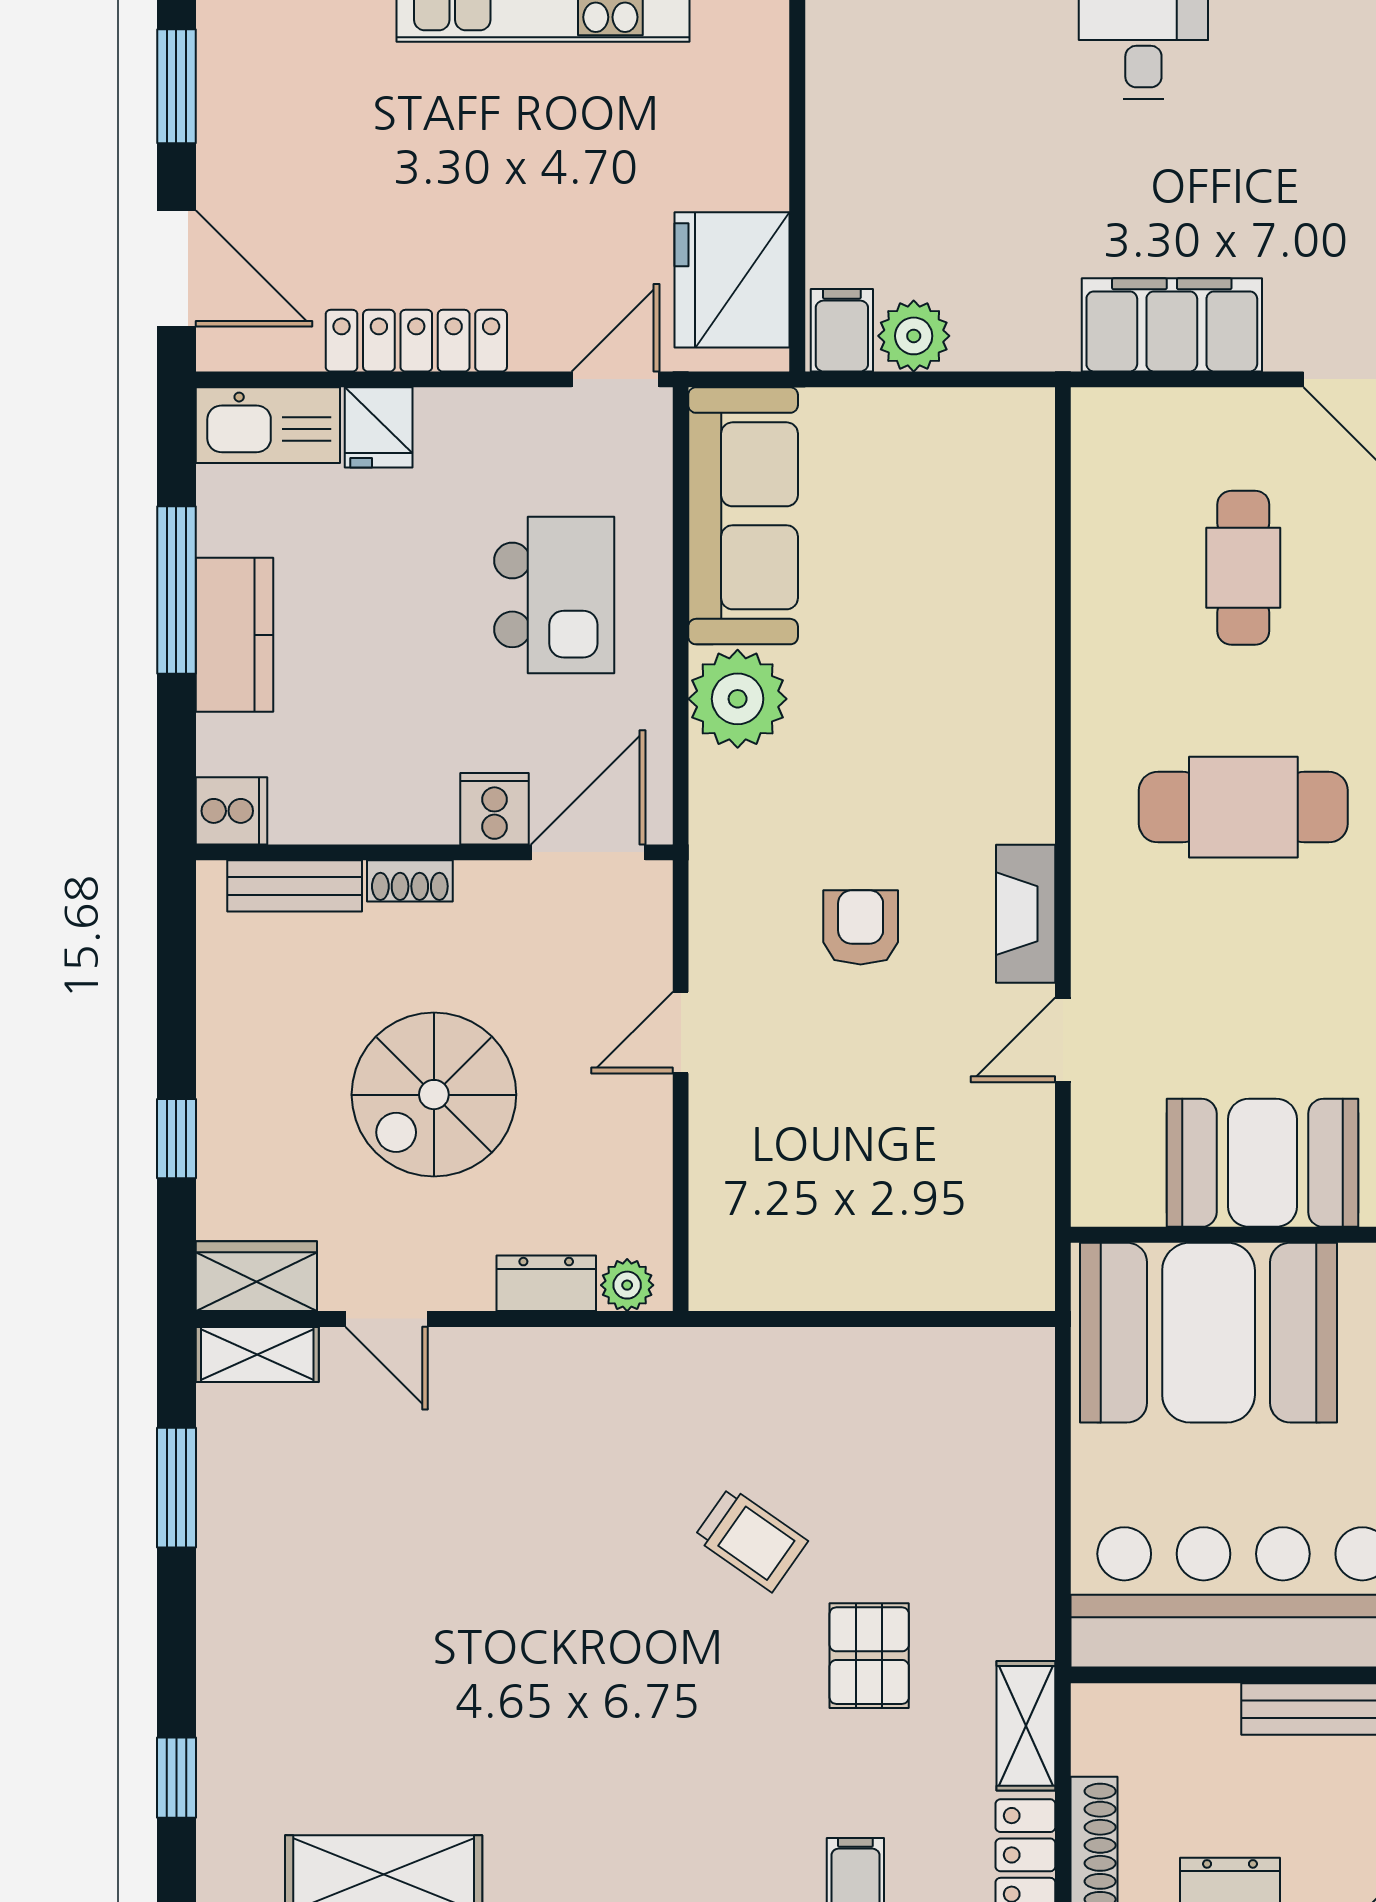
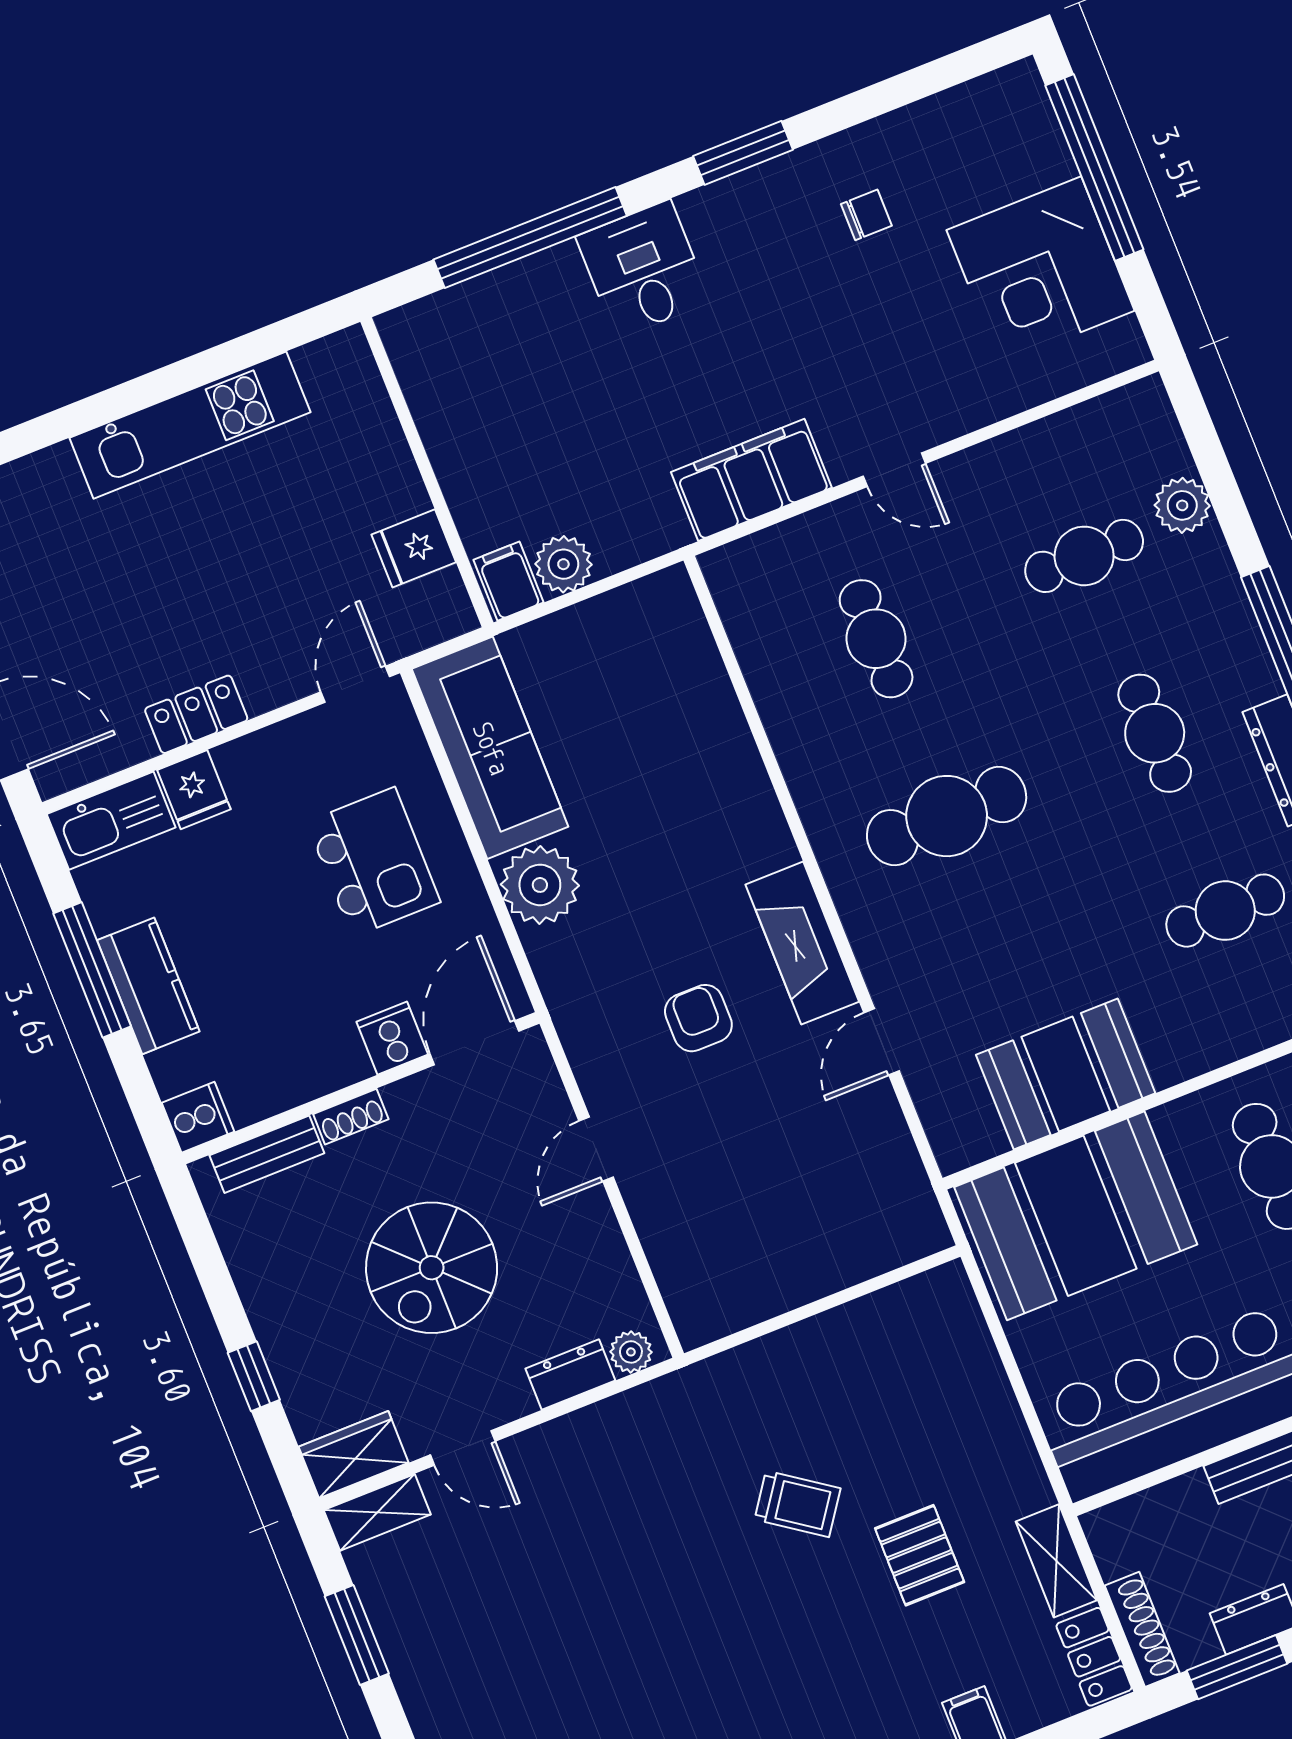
fridge: (732, 280) -> (414, 548), width x0.53, depth x0.75
locker: (416, 341) -> (196, 714), width x0.66
fireplace: (1026, 914) -> (802, 943), width x1.37, depth x1.32

